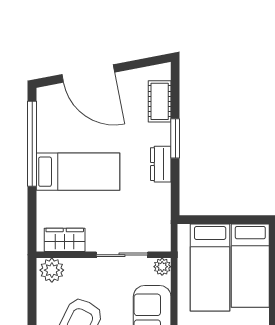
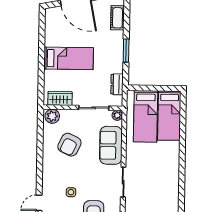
window: (175, 138) -> (126, 51), moved
window: (32, 144) -> (42, 41), removed
dresser: (161, 164) -> (117, 84), moved

